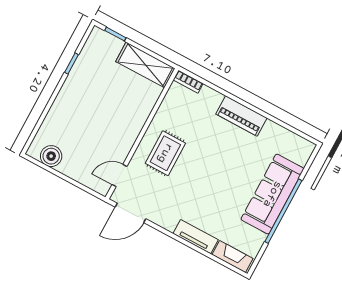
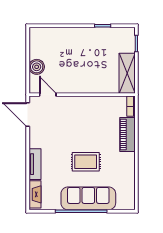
piano: (241, 116) -> (127, 134), moved
rug: (165, 153) -> (86, 162), moved
boiler: (51, 156) -> (37, 67), moved

